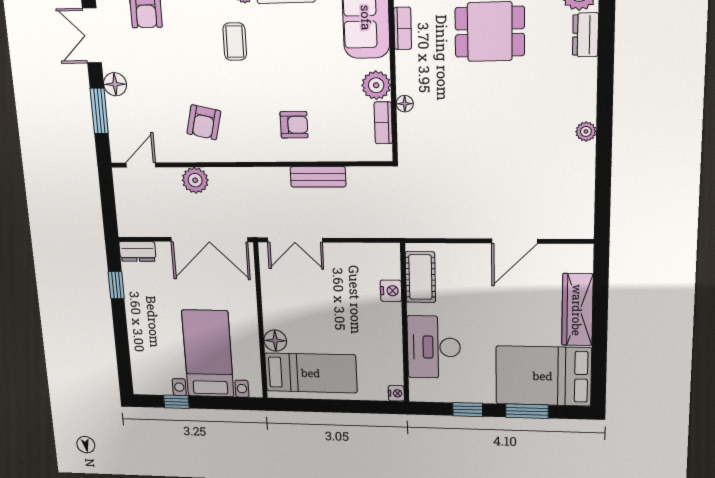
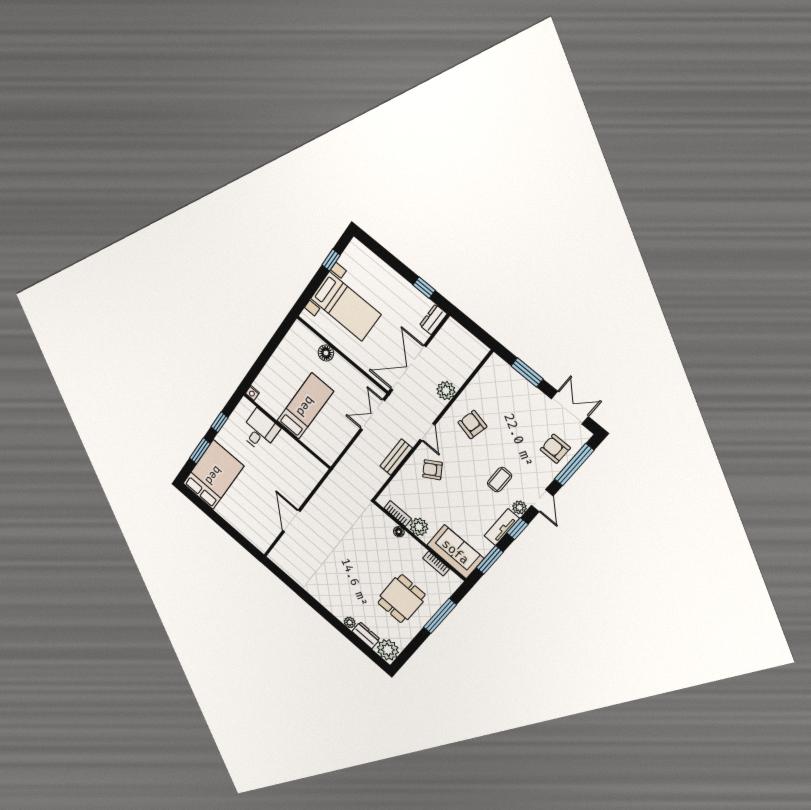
coffee table: (235, 42) -> (500, 480), turned 90
floor lamp: (115, 84) -> (533, 395), removed
armchair: (294, 125) -> (432, 470), turned 58
plant: (586, 131) -> (350, 622), moved
door: (141, 165) -> (427, 432), moved
cot: (420, 277) -> (306, 461), removed
nightstand: (391, 291) -> (309, 440), removed
wardrobe: (577, 310) -> (236, 519), removed
desk: (434, 347) -> (260, 431), width x0.73
bed: (311, 373) -> (305, 406), moved, turned 180

